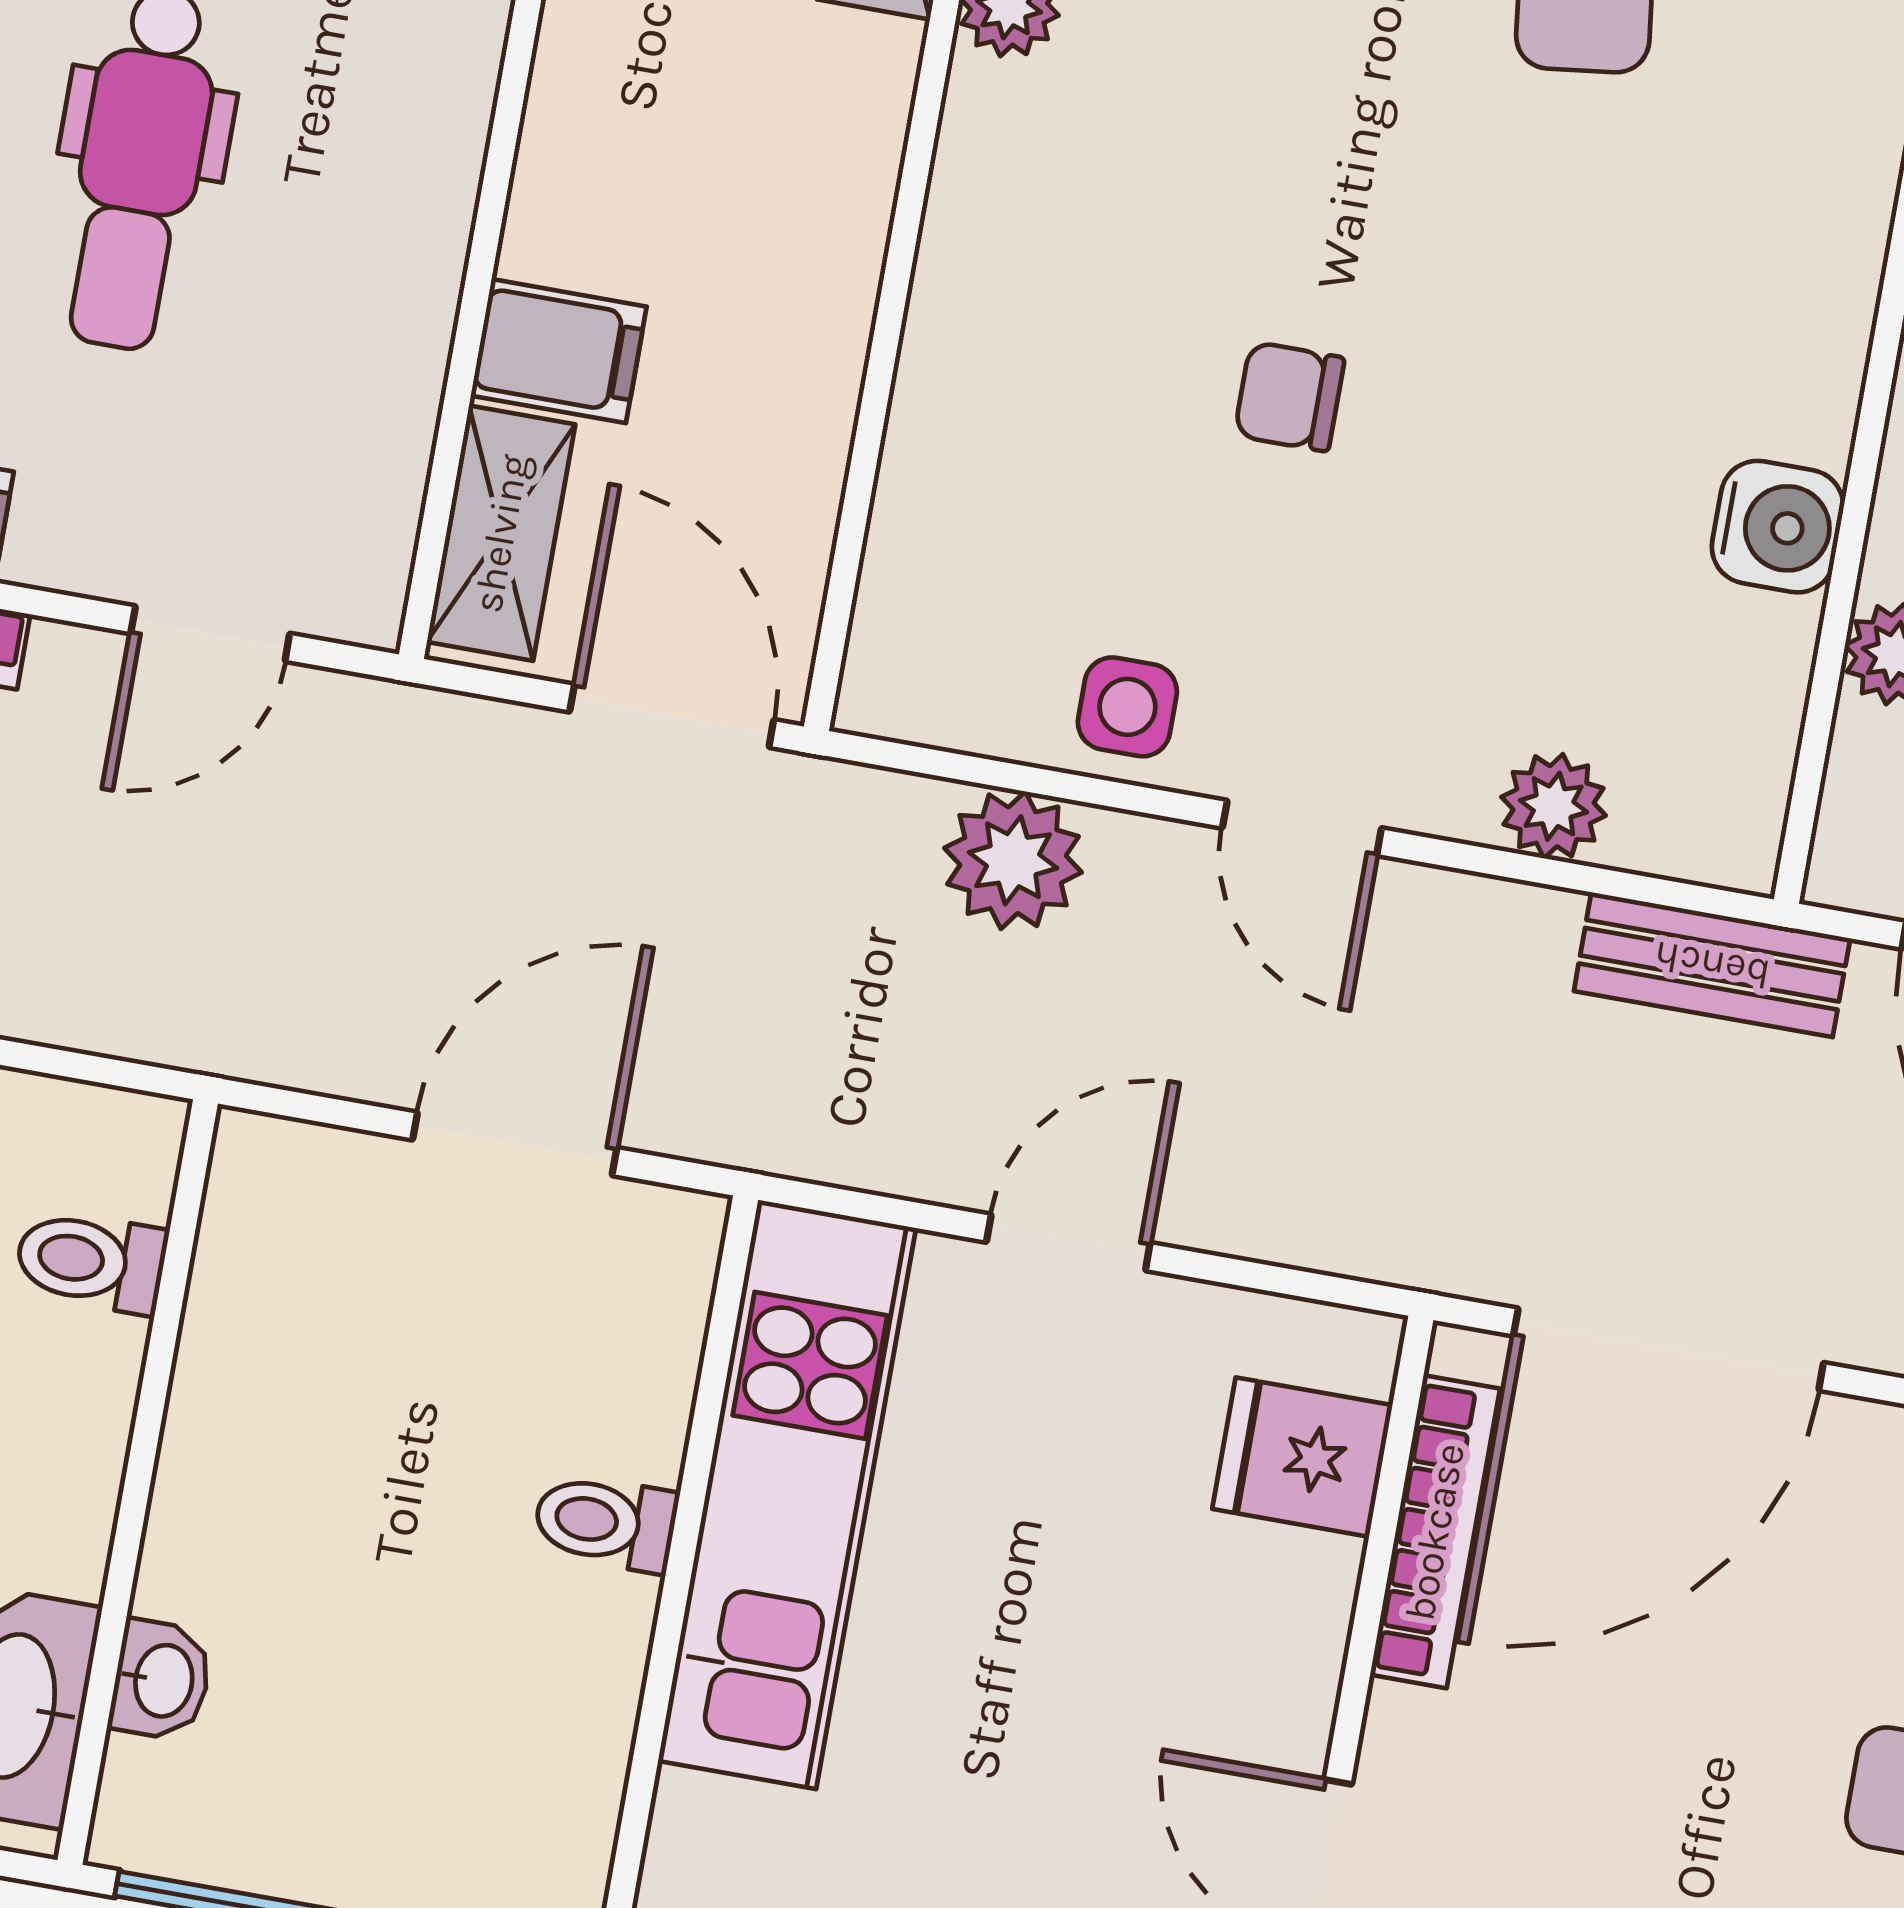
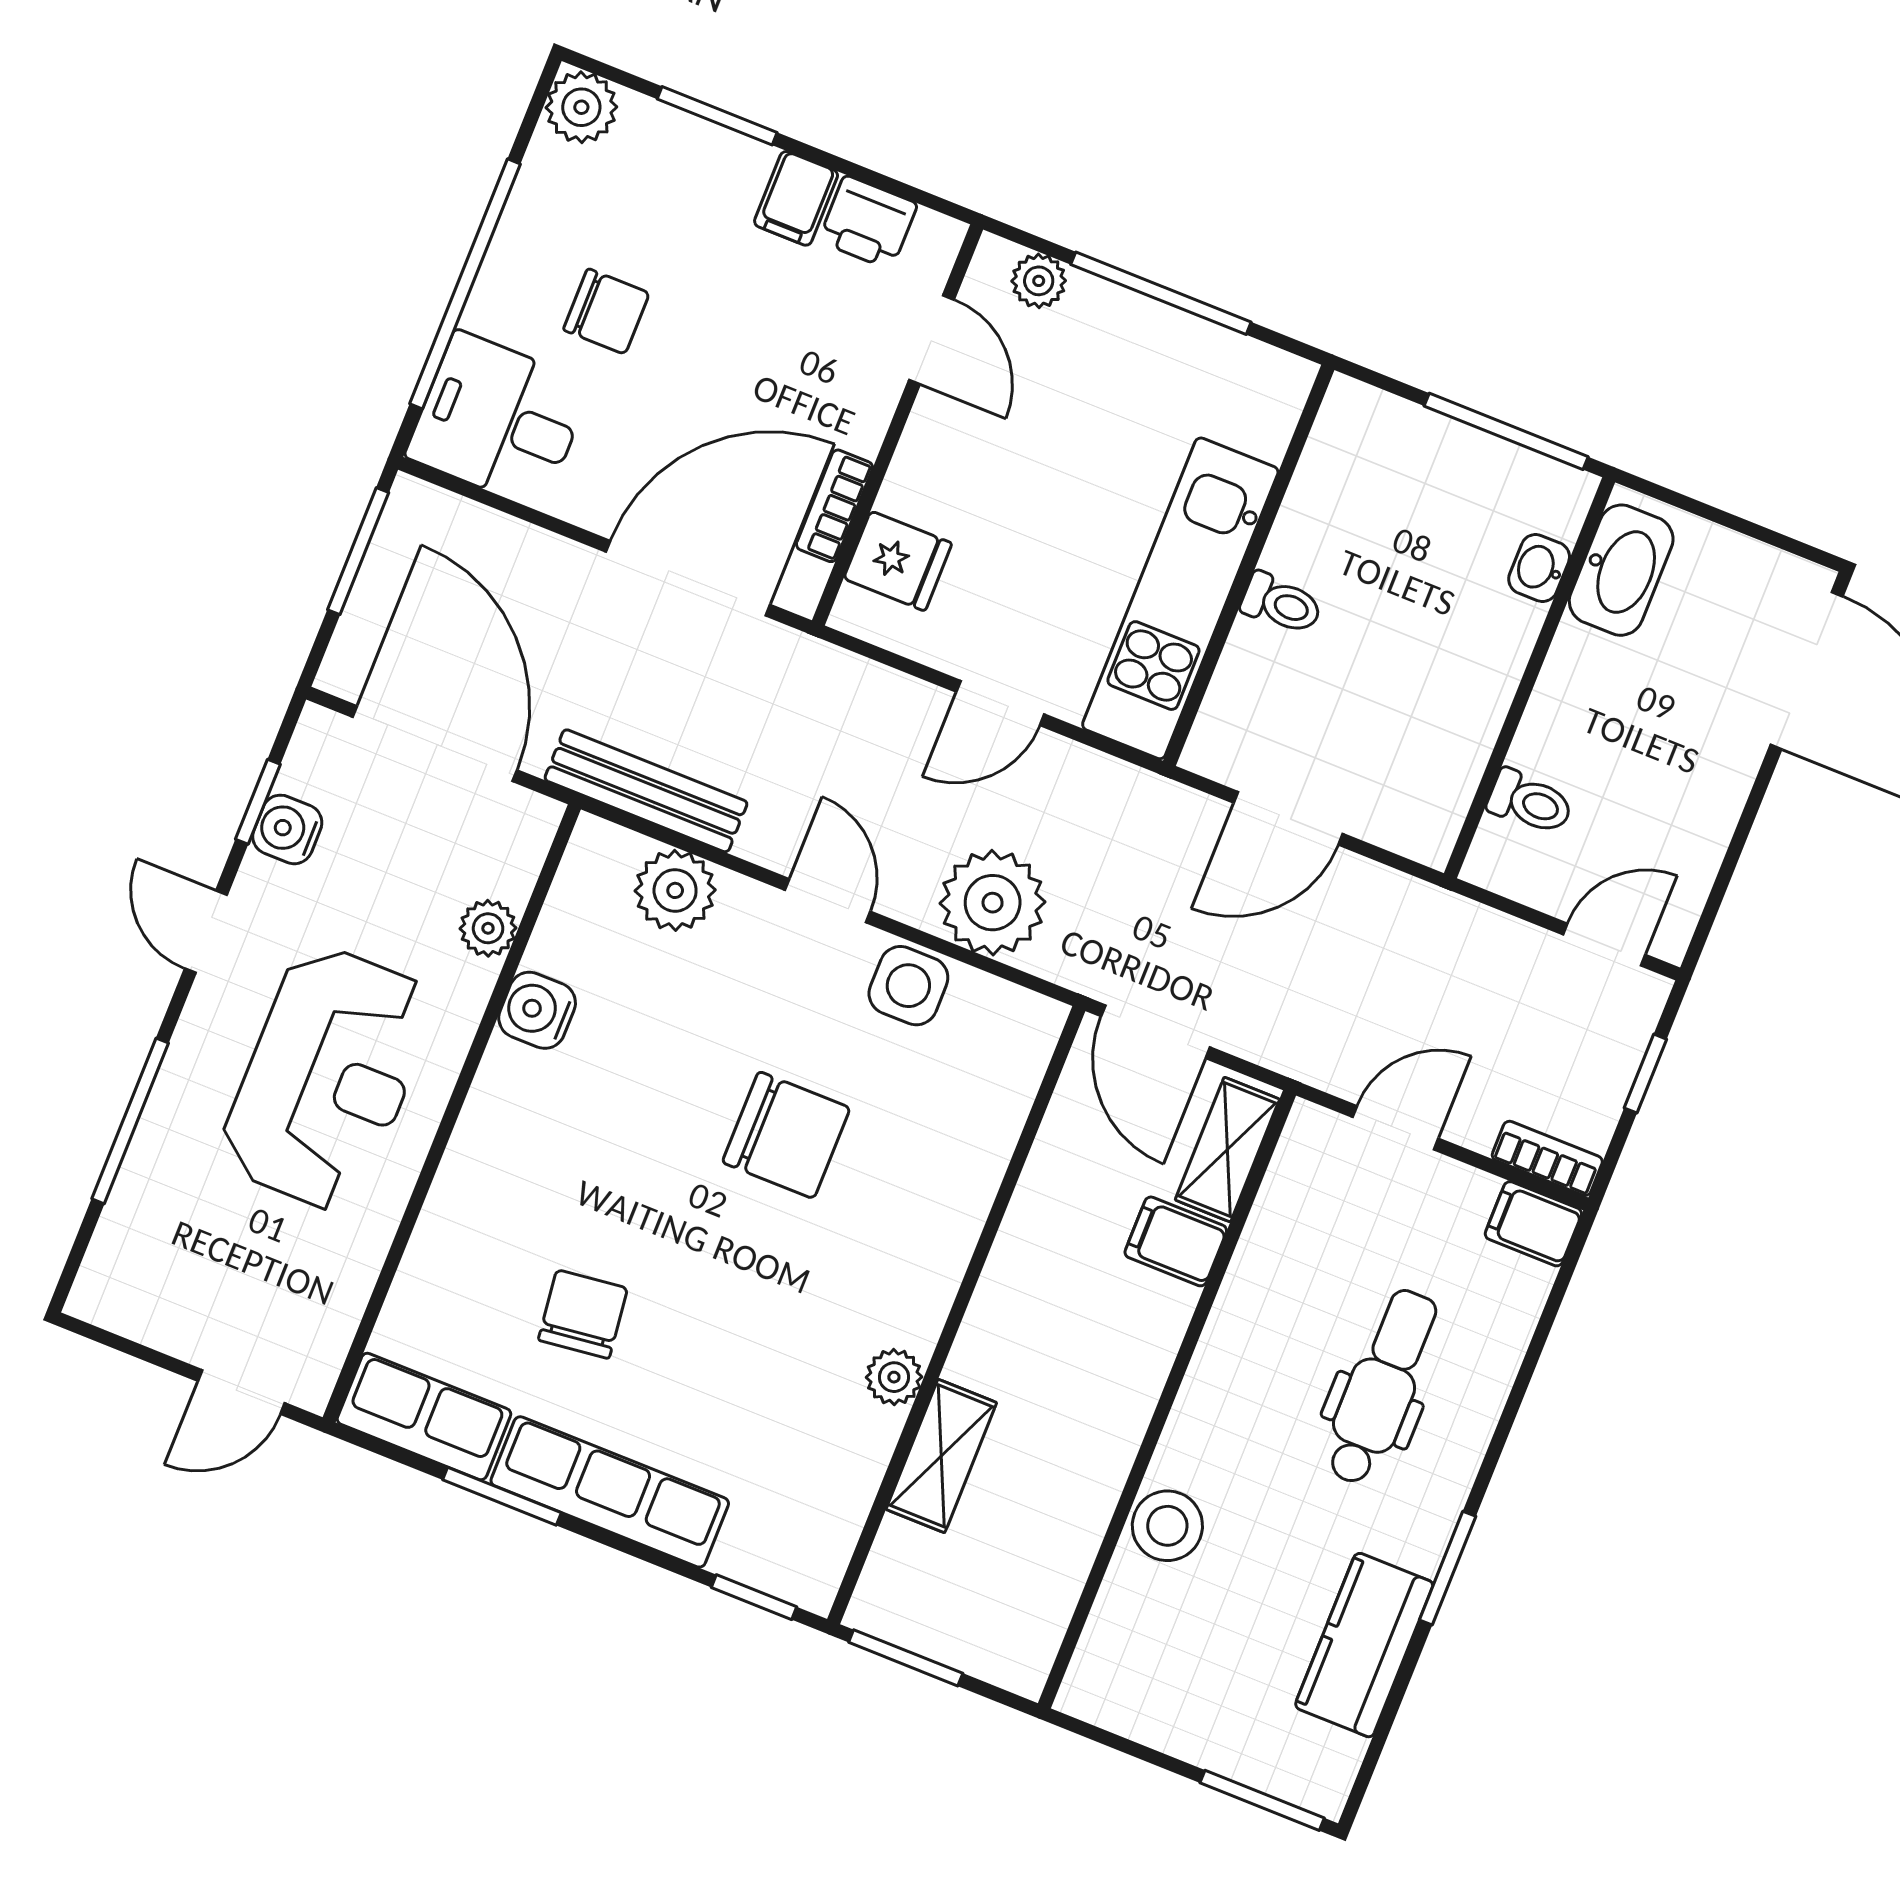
chair: (1289, 397) -> (786, 1135), width x1.87, depth x1.87
side table: (1127, 707) -> (908, 986), width x1.37, depth x1.37
plant: (1554, 806) -> (675, 890), width x1.38, depth x1.38
plant: (1013, 860) -> (993, 903), width x1.36, depth x1.36
bench: (1712, 965) -> (646, 791), width x1.36
bookcase: (1435, 1532) -> (835, 506), width x0.64

